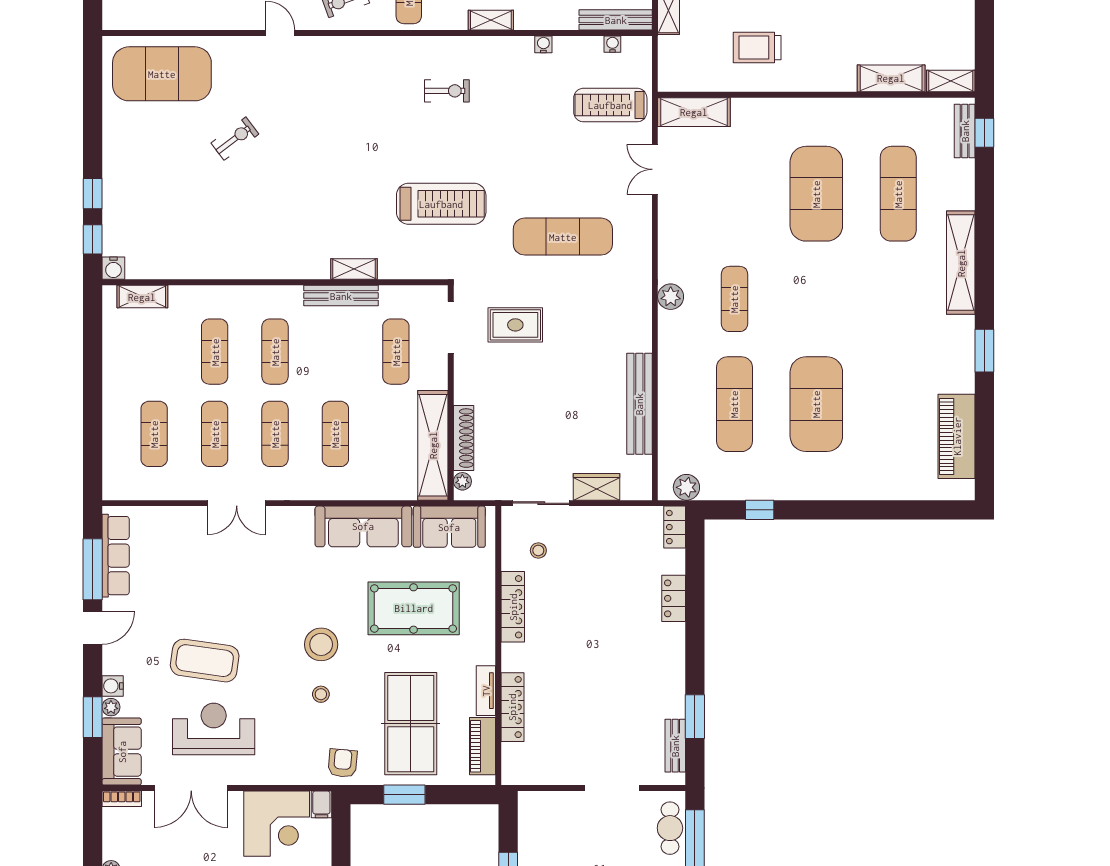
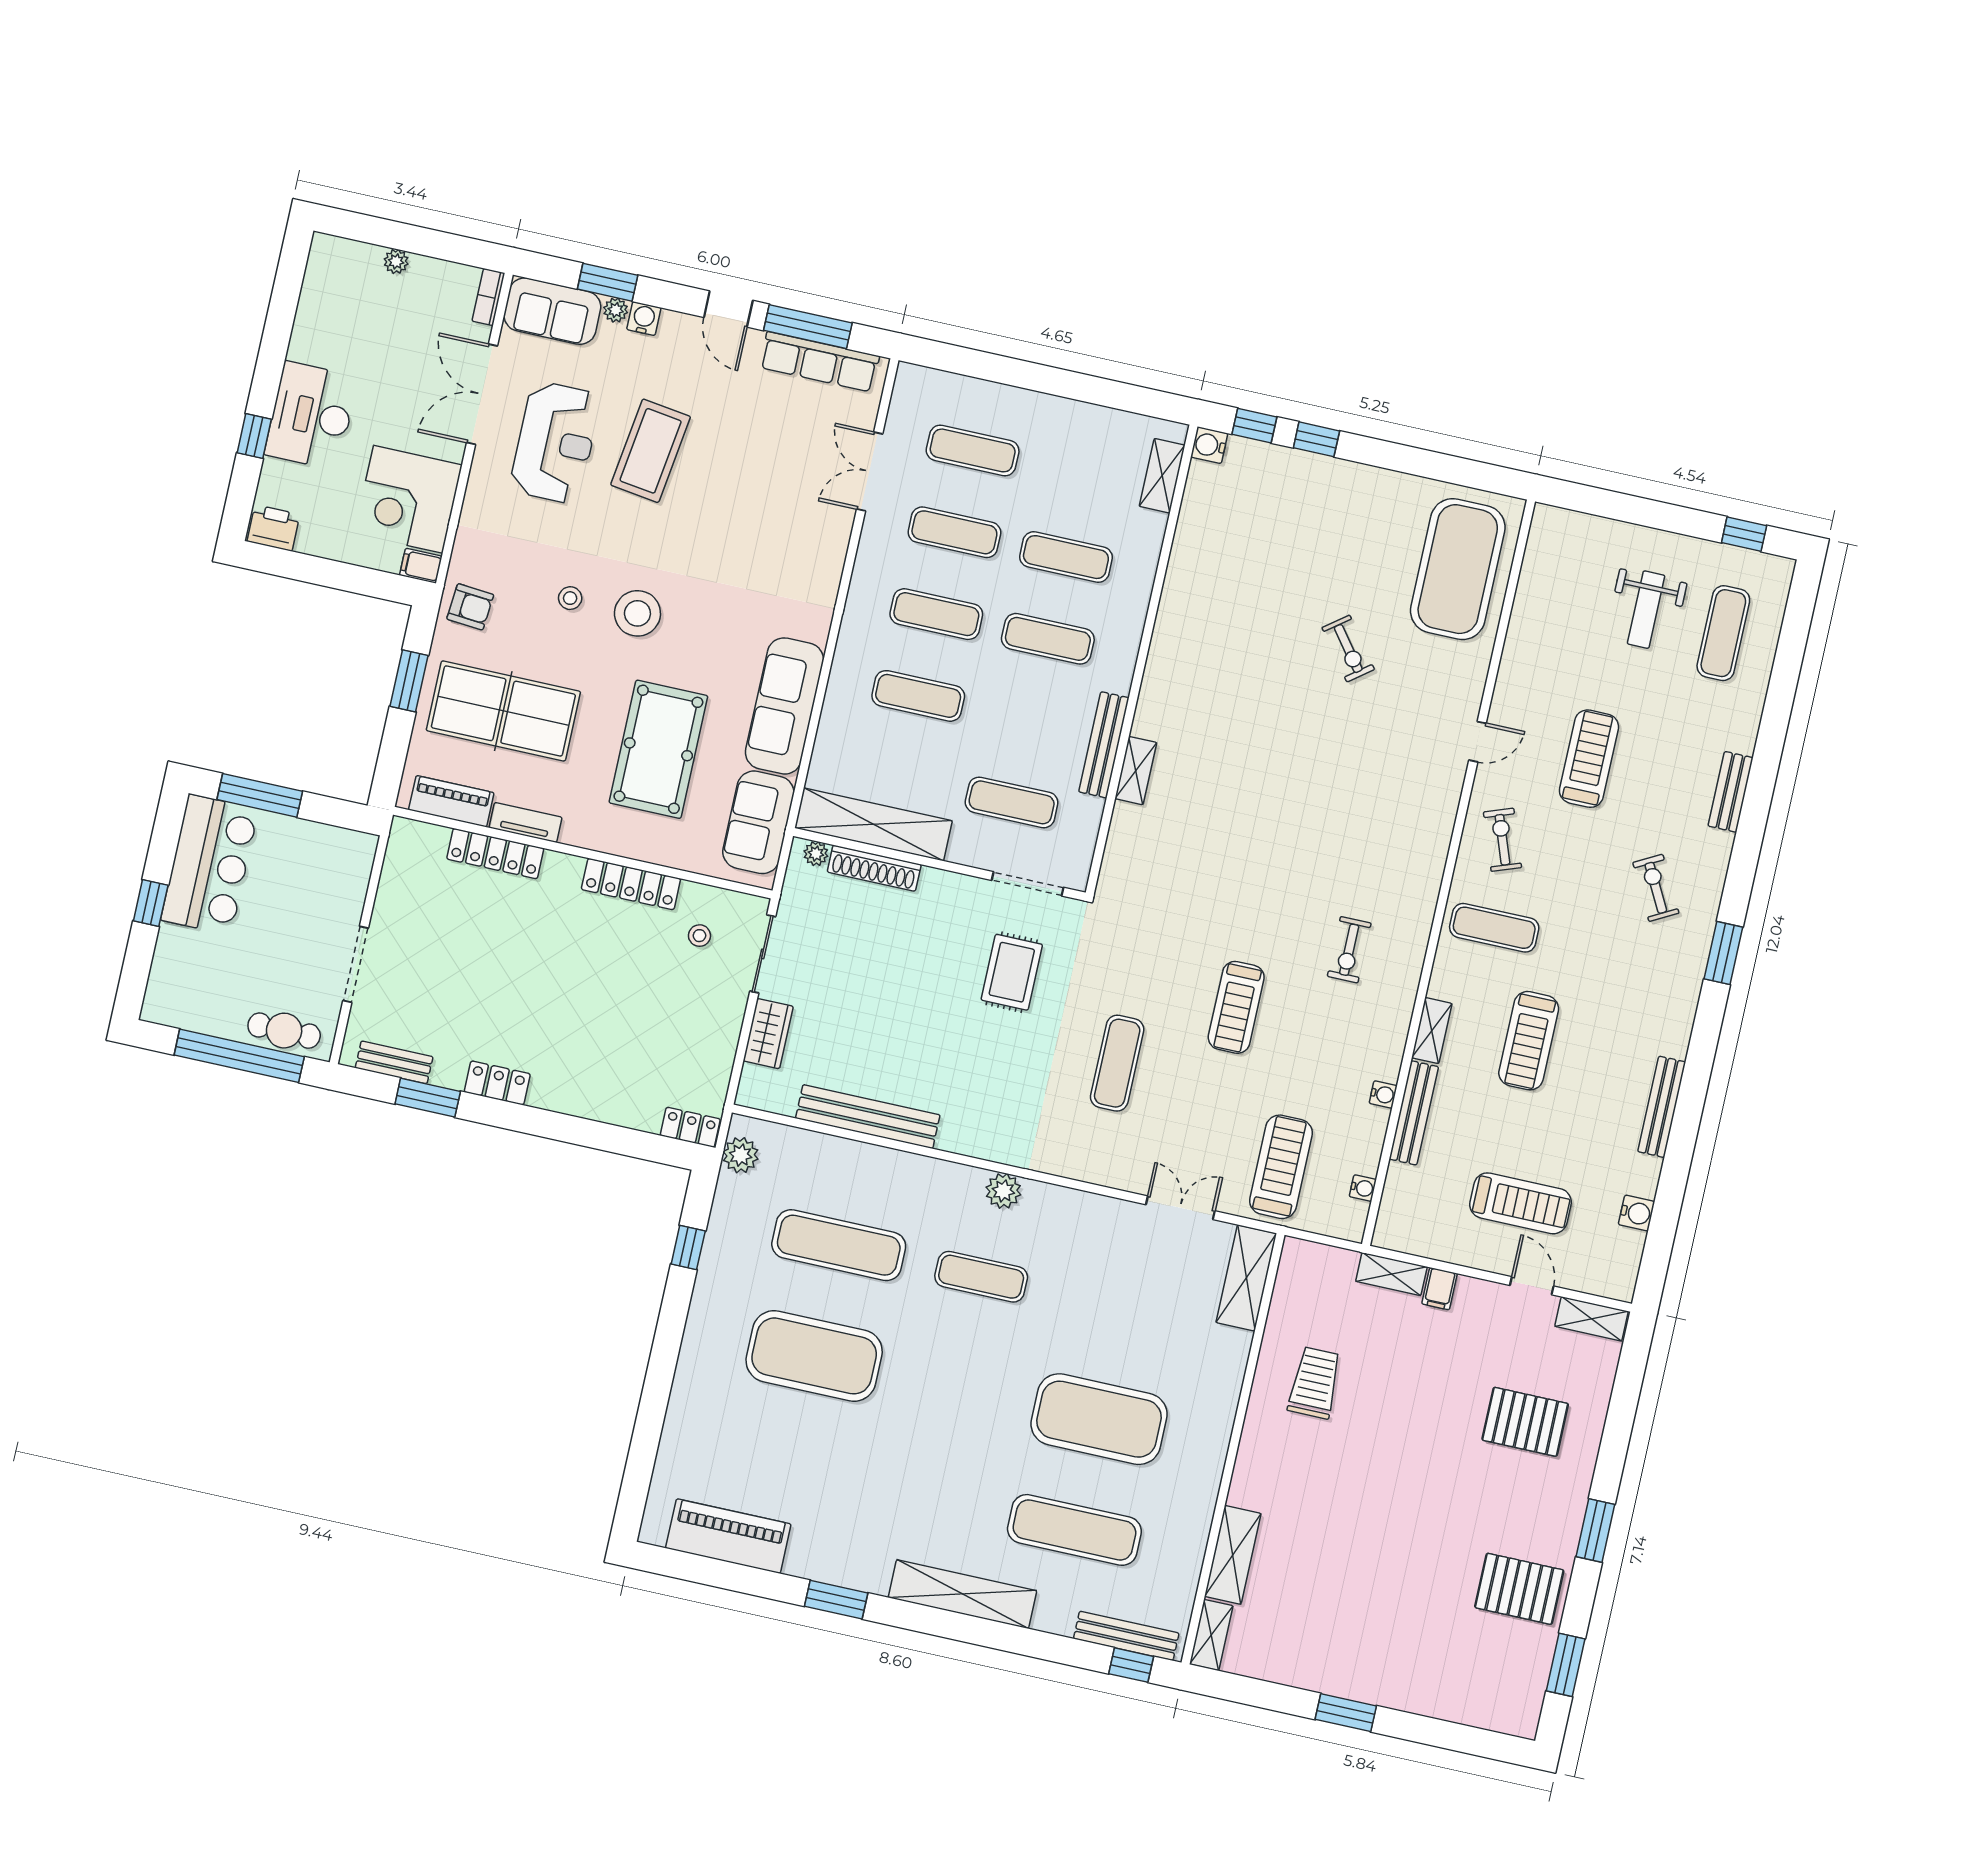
bench: (616, 20) -> (1414, 1113), moved
bench: (965, 131) -> (1126, 1636), width x1.36
treadmill: (441, 204) -> (1236, 1007), moved, width x0.73, depth x0.73
exercise mat: (563, 237) -> (1117, 1063), width x0.73, depth x0.69
double door: (237, 503) -> (870, 472), moved
locker: (674, 598) -> (497, 1083), moved

